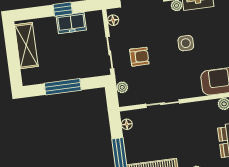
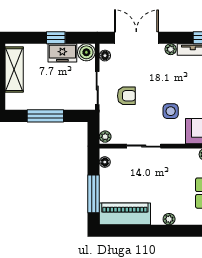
boiler: (95, 19) -> (86, 52), added
side table: (186, 43) -> (171, 111), moved
plant: (122, 87) -> (105, 137), moved

